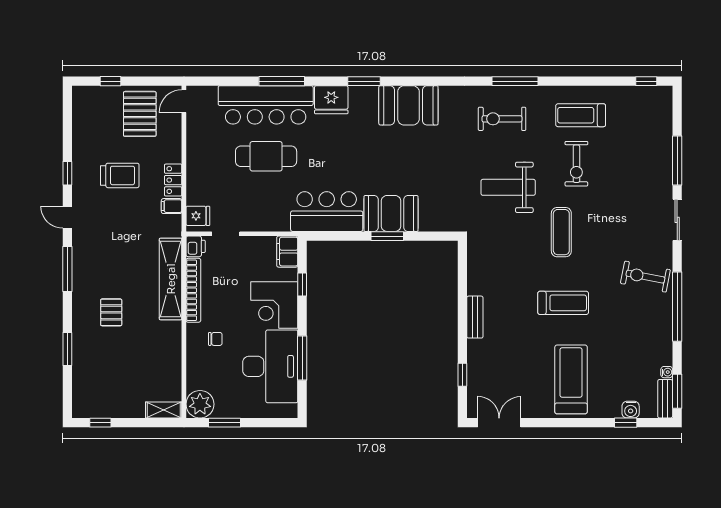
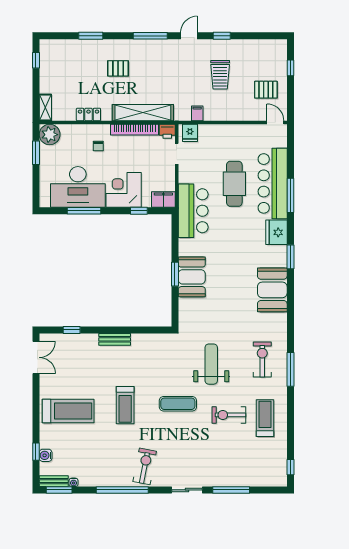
pallet: (140, 114) -> (266, 90), width x0.67, depth x0.71
locker: (173, 180) -> (88, 115), moved
bar counter: (327, 212) -> (193, 211), moved

